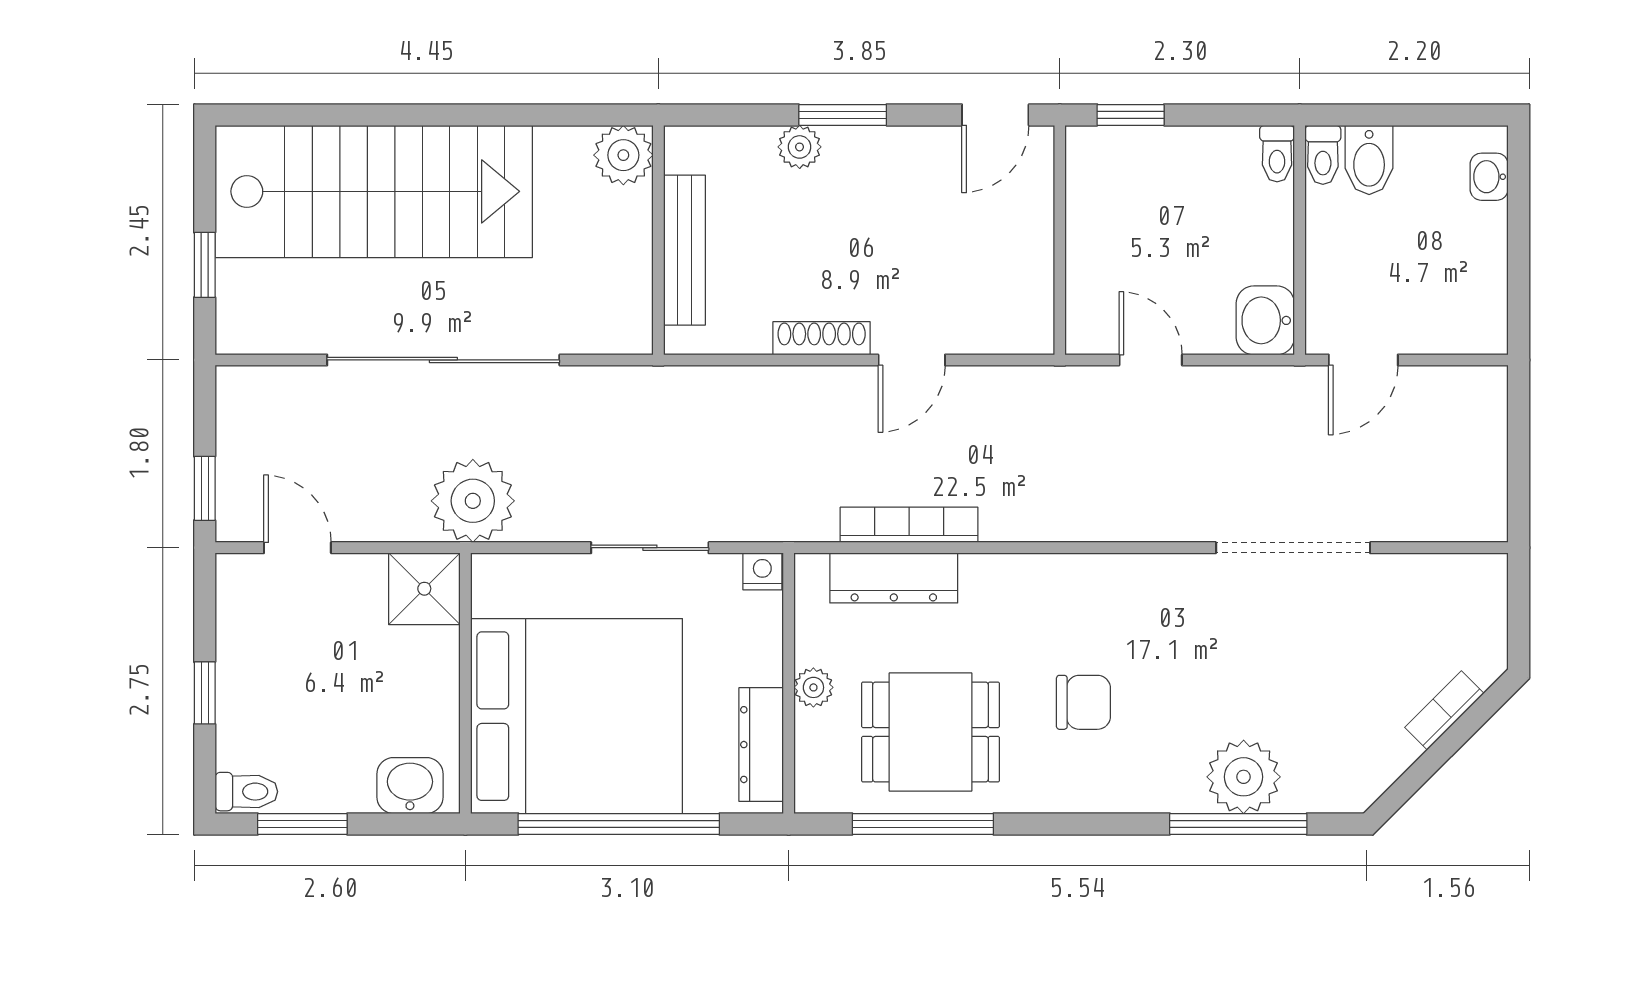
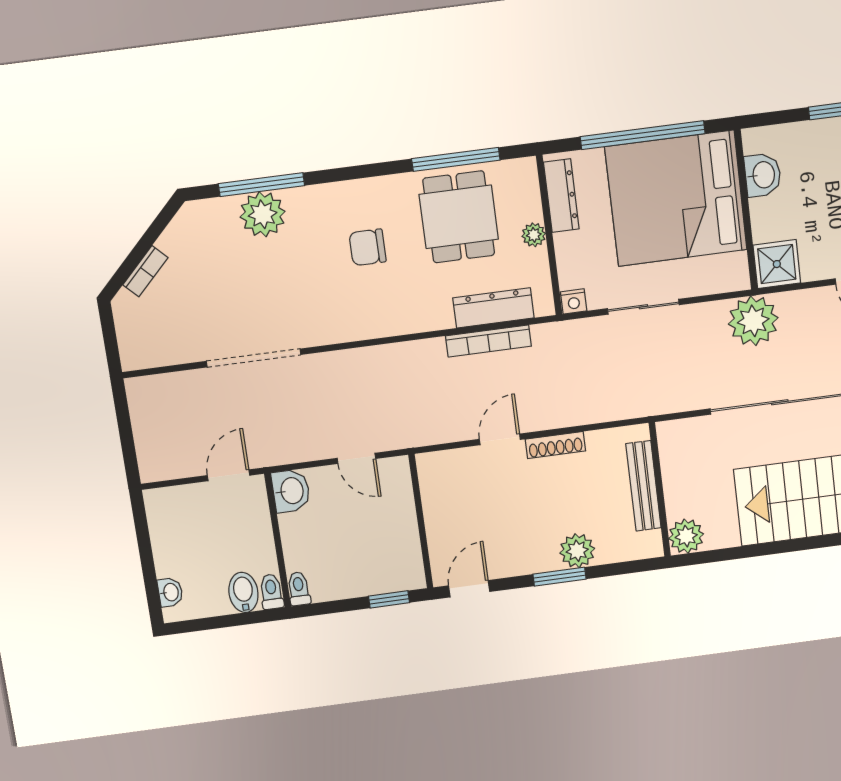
plant: (800, 147) -> (577, 551), width x1.38, depth x1.38
dining table: (930, 732) -> (459, 217), turned 90
washbasin: (410, 786) -> (763, 175), moved, turned -90

